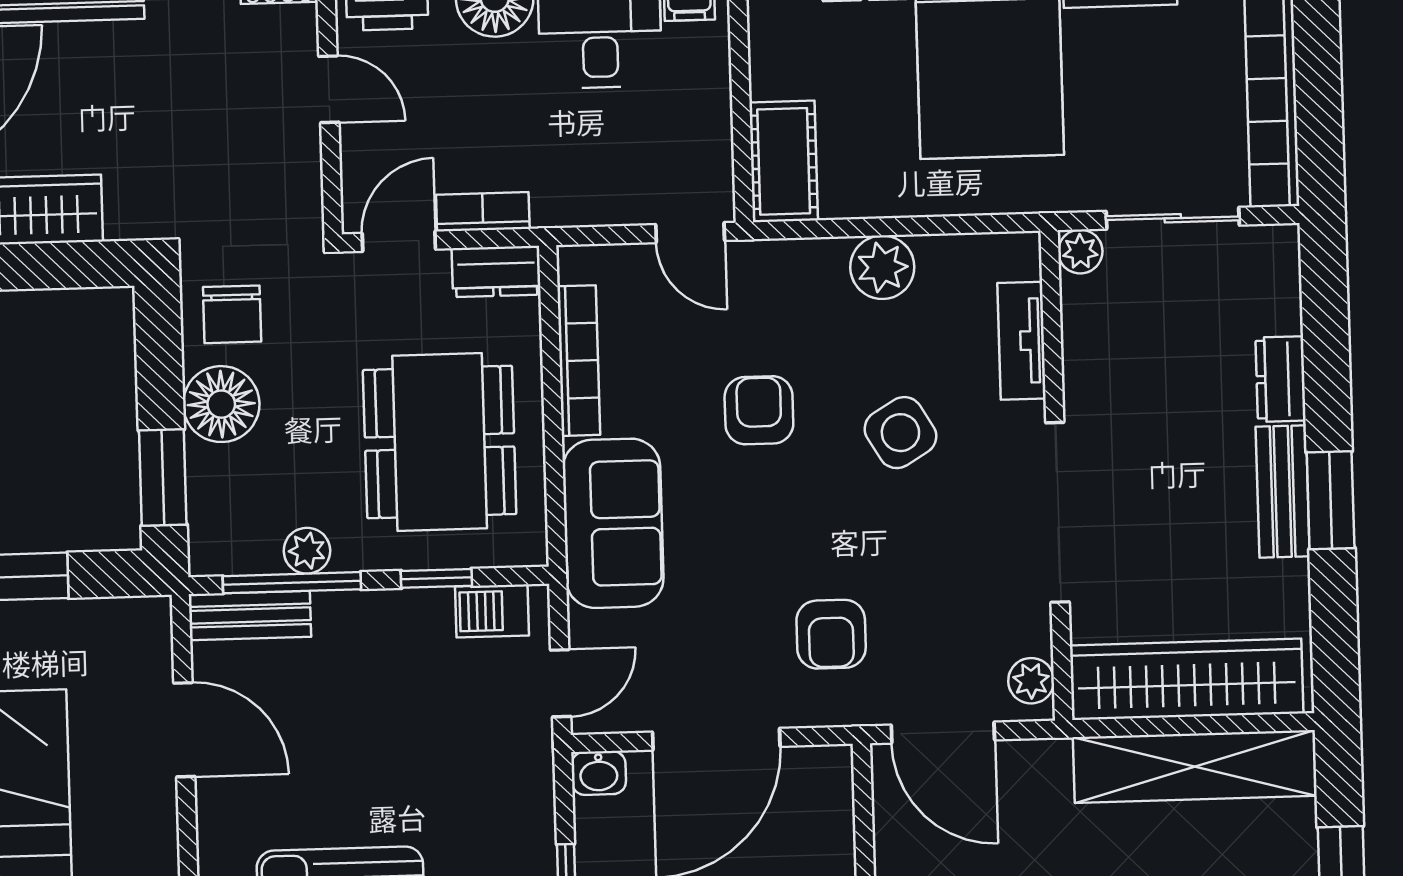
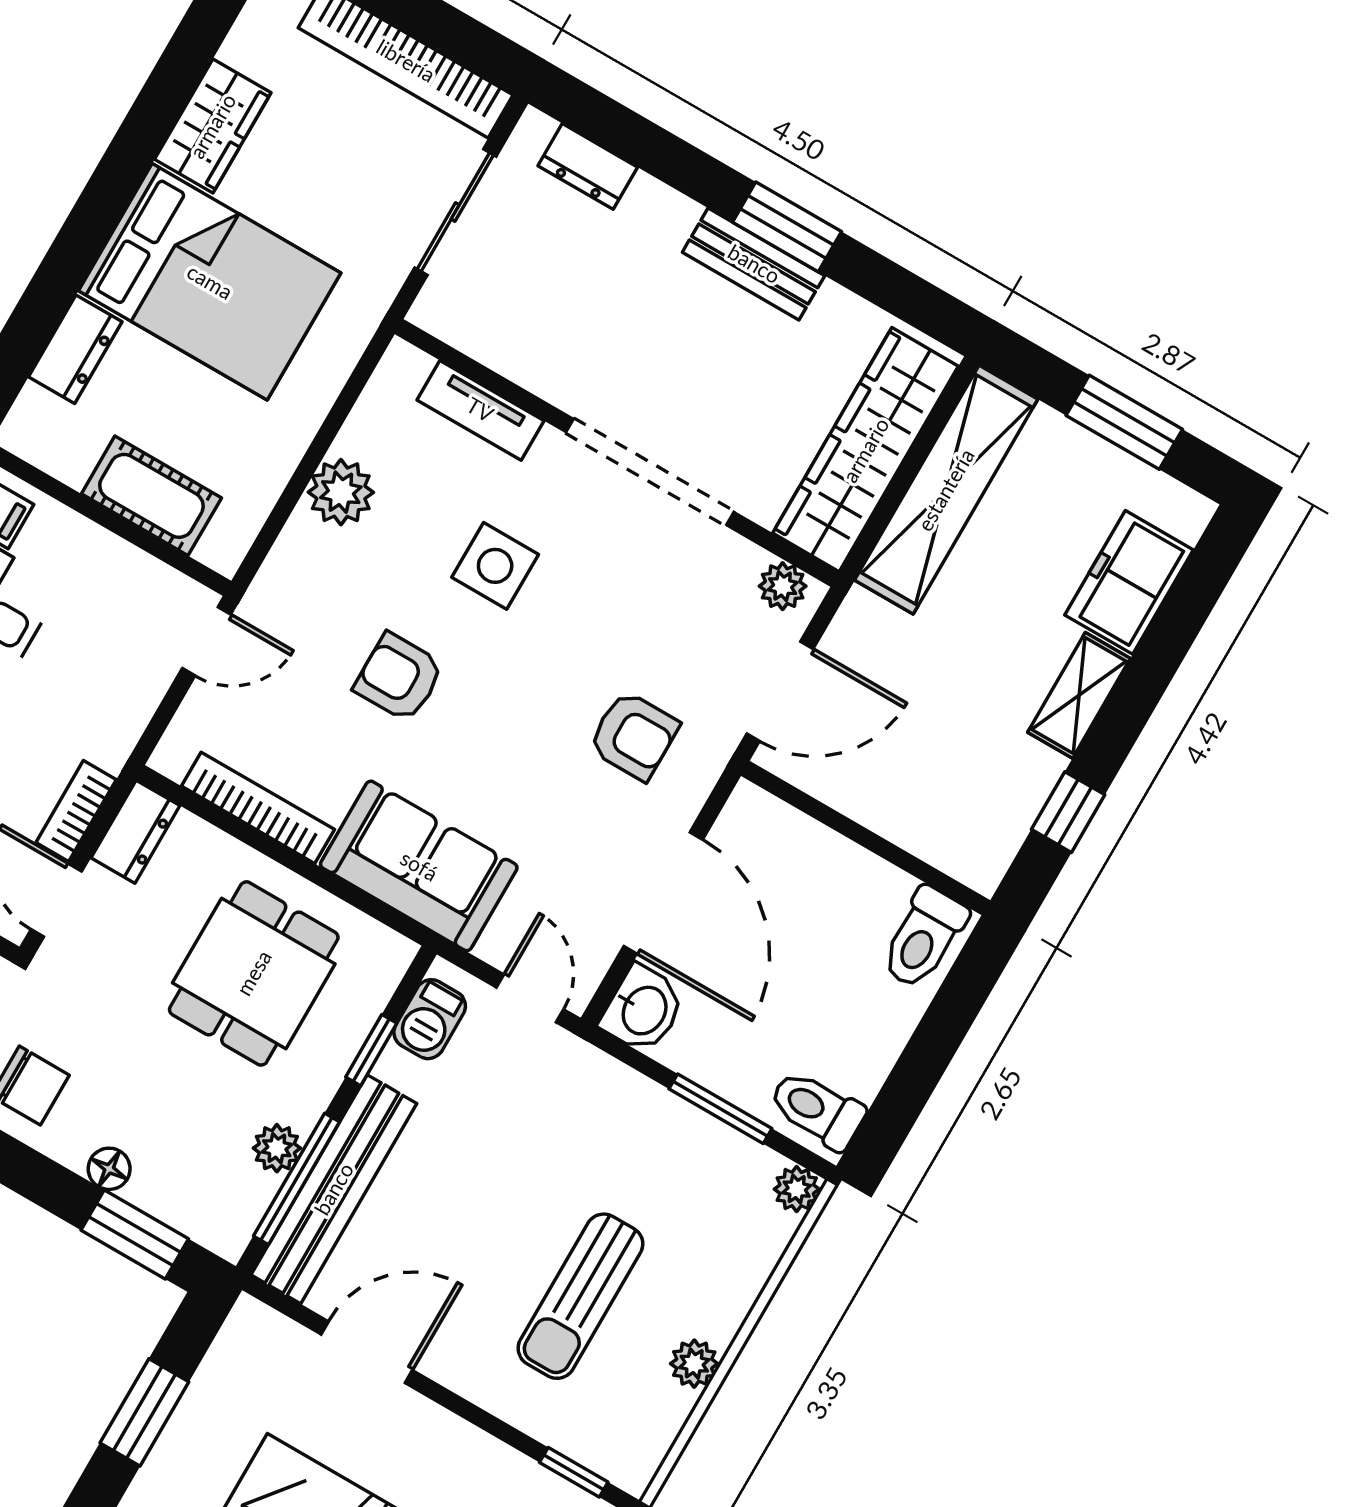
cot: (784, 161) -> (151, 496), moved
plant: (1080, 252) -> (434, 311), removed
dresser: (1281, 379) -> (588, 166), moved
floor lamp: (221, 404) -> (109, 1169), width x0.53, depth x0.53
side table: (900, 433) -> (495, 566), turned 31
dining table: (440, 442) -> (254, 973), width x0.73
bench: (250, 616) -> (334, 1189), width x1.86, depth x1.21
washbasin: (599, 773) -> (643, 1010), width x1.38, depth x1.45

